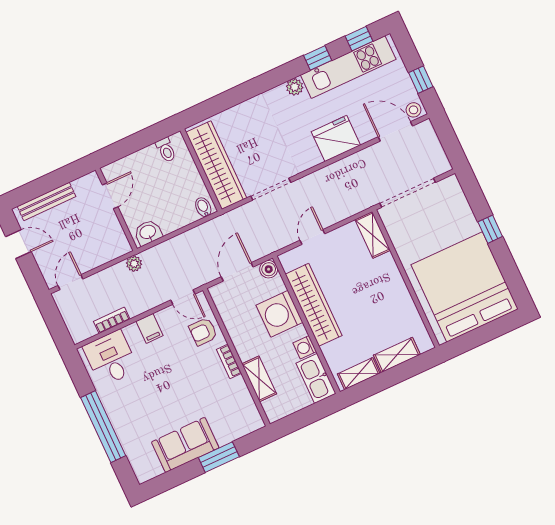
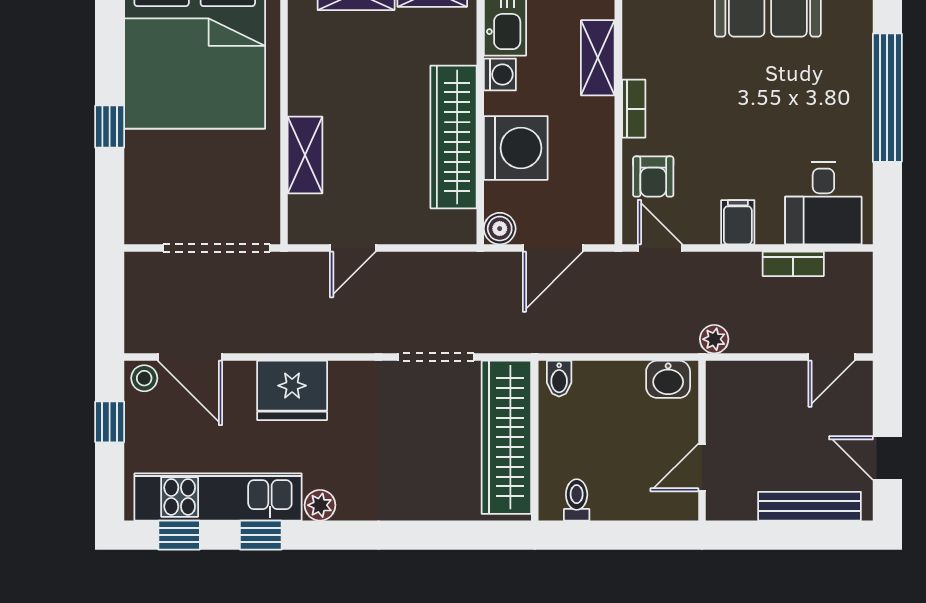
shelving: (373, 235) -> (305, 155), moved
door: (312, 237) -> (353, 248), moved
armchair: (203, 332) -> (653, 177), turned 90

